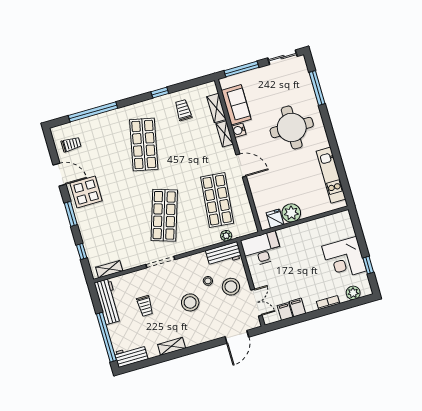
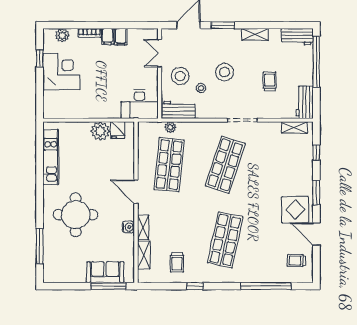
sliding door: (283, 57) -> (65, 286), removed
sofa: (236, 105) -> (105, 272), moved, turned 90
workbench: (108, 301) -> (305, 102), width x0.73
filing cabinet: (285, 311) -> (108, 36), moved
window: (204, 346) -> (223, 25), added

